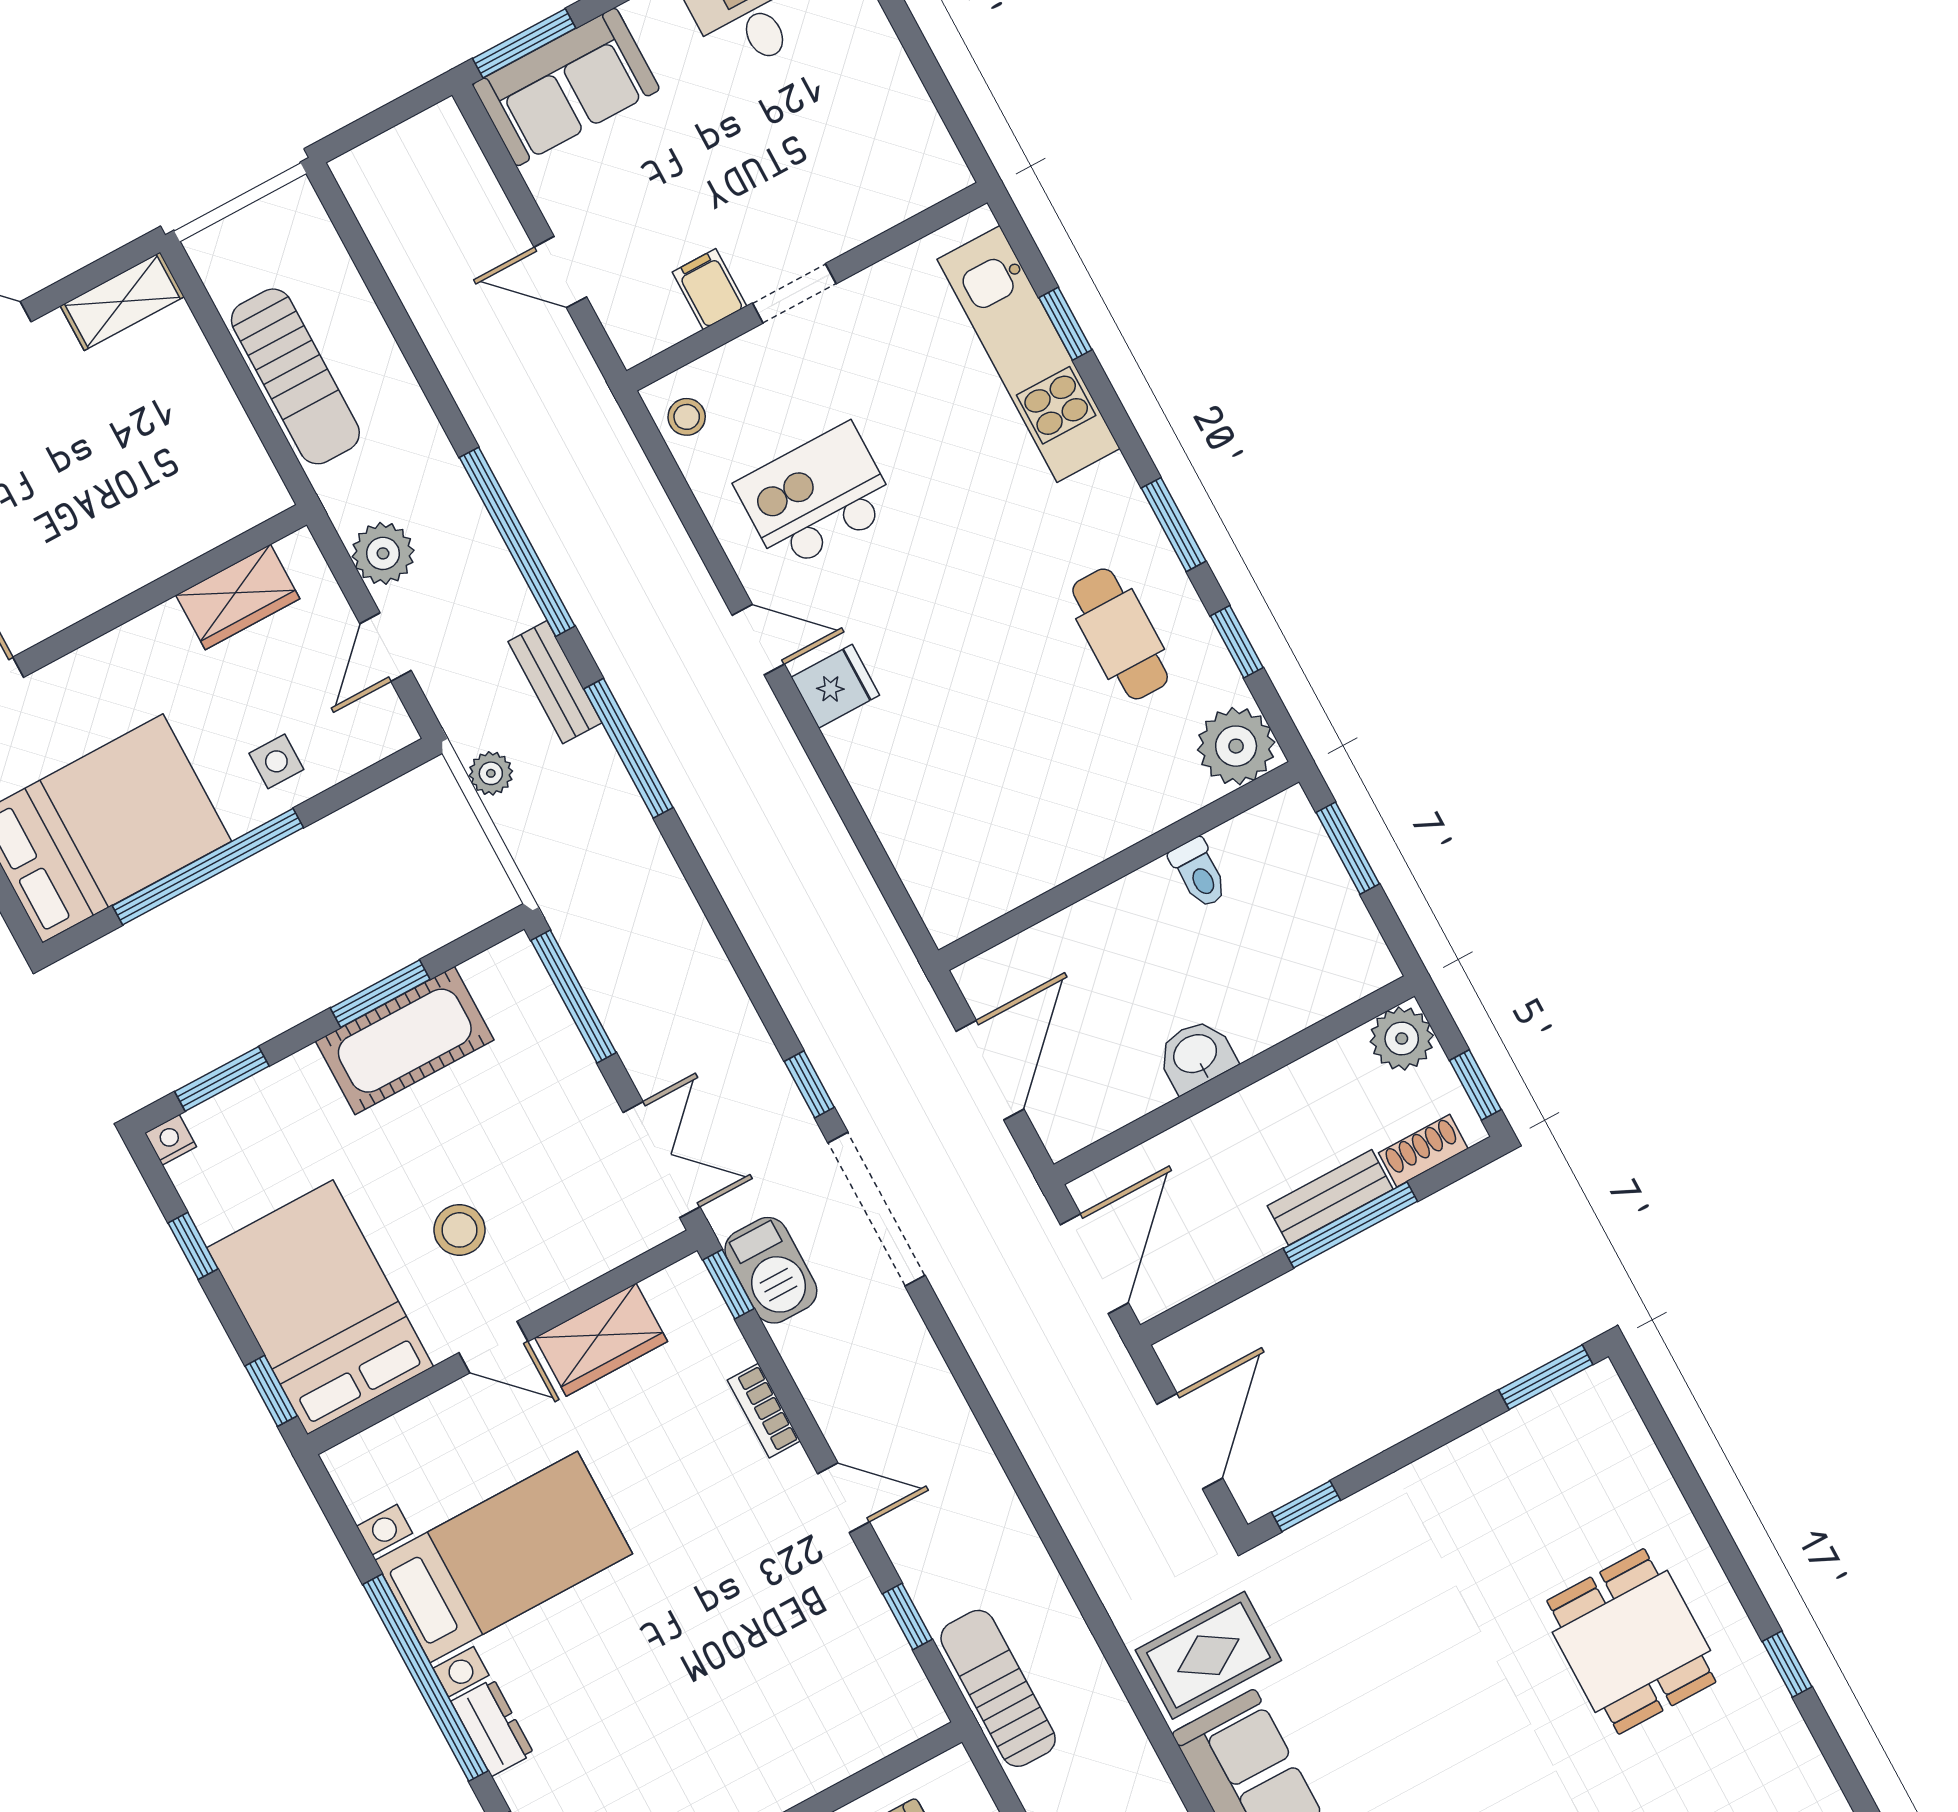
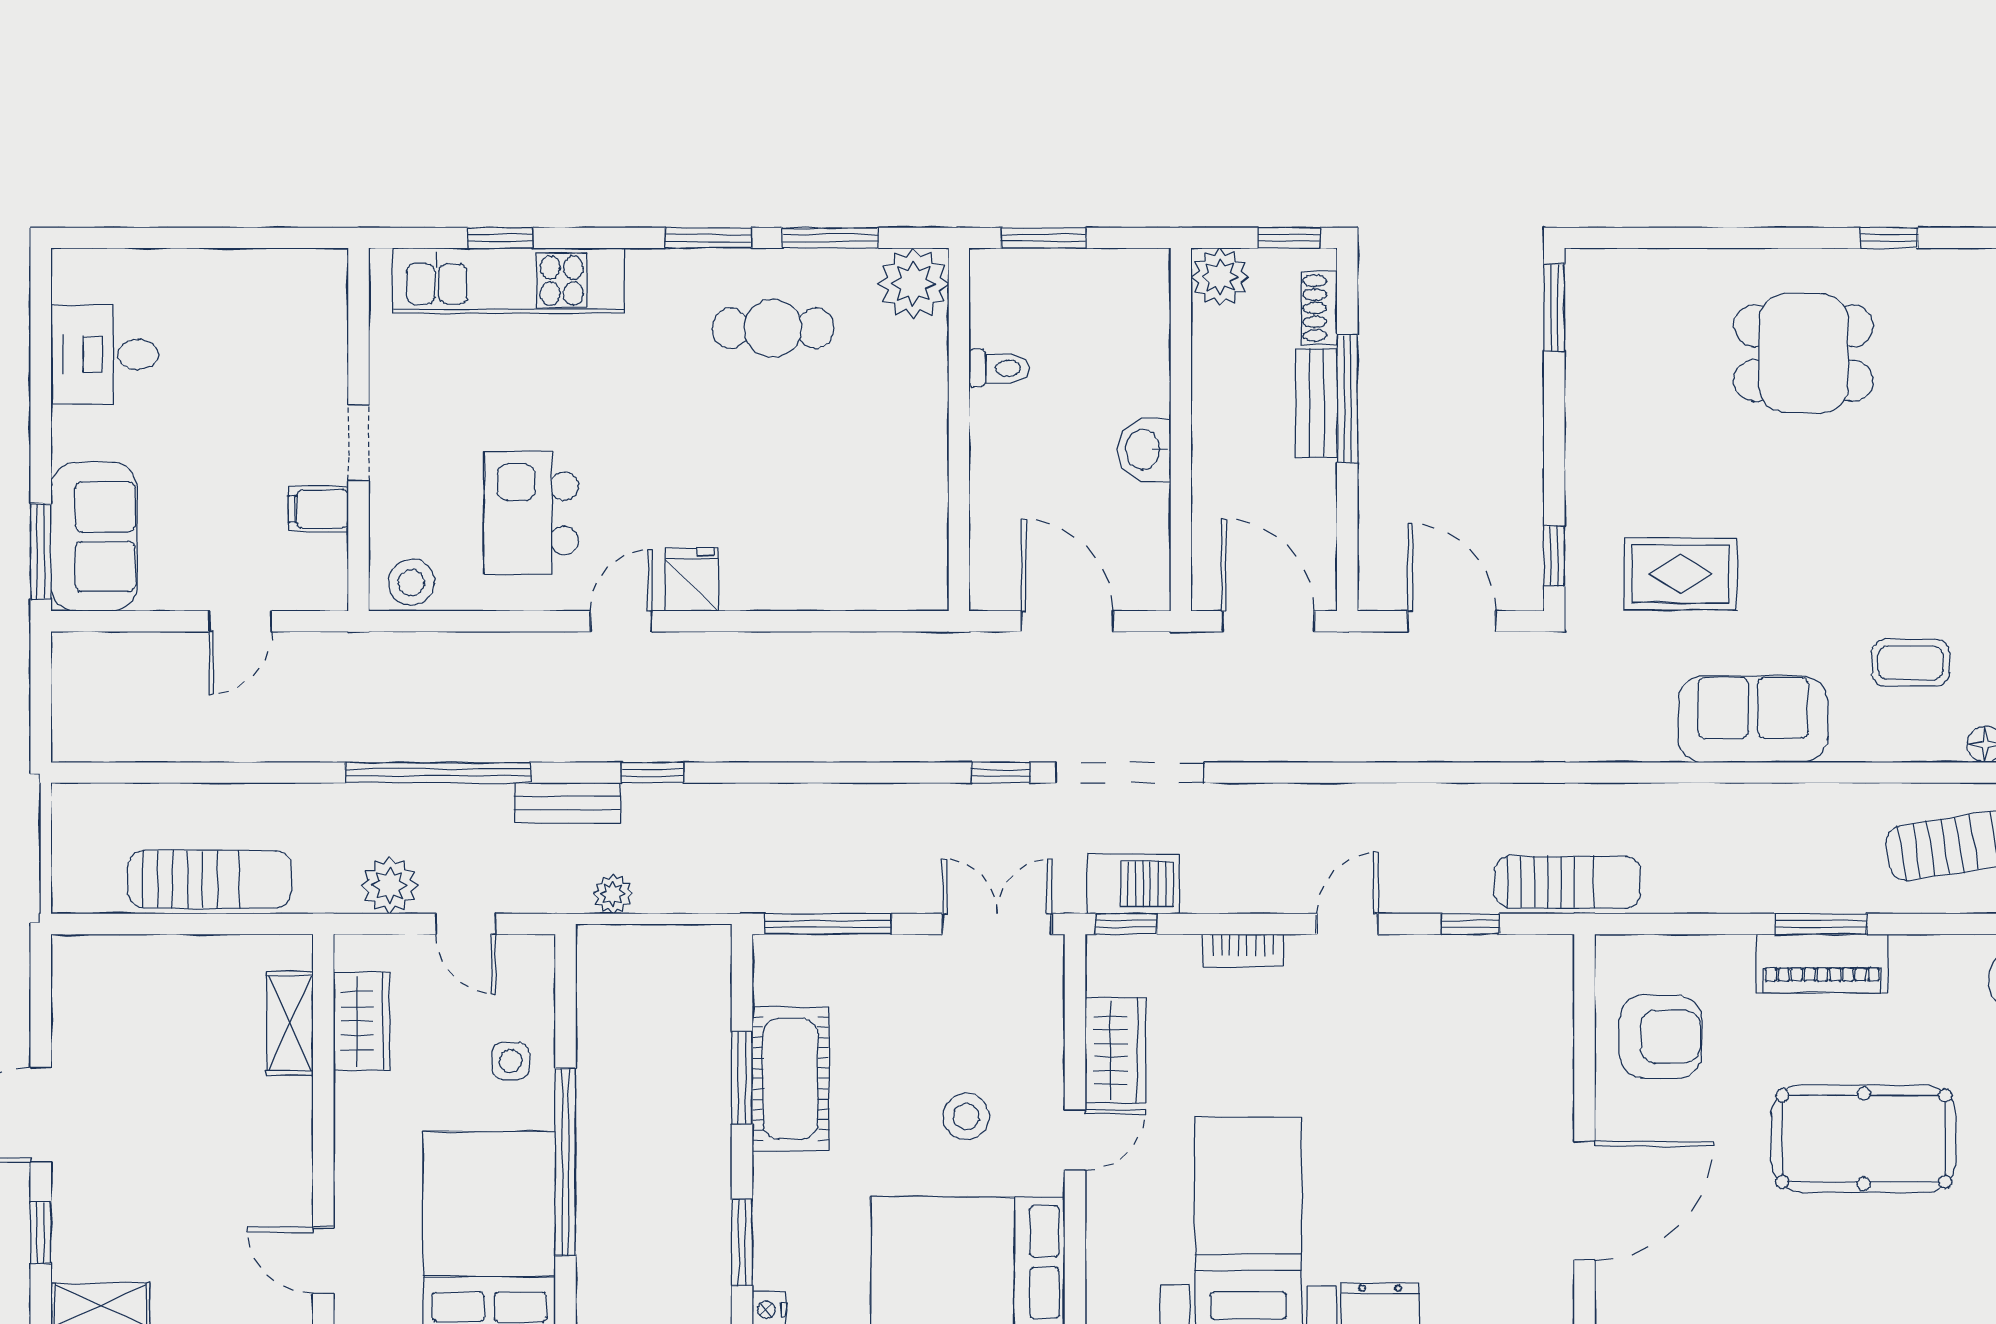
shelving: (122, 301) -> (290, 1023), moved
stool: (687, 417) -> (411, 582), width x1.37, depth x1.37
window: (1237, 642) -> (830, 238), width x1.50
window: (628, 748) -> (652, 773), width x0.46
rug: (1208, 1655) -> (1680, 574), moved, turned 90
sun lounger: (998, 1688) -> (1567, 882), turned 180

